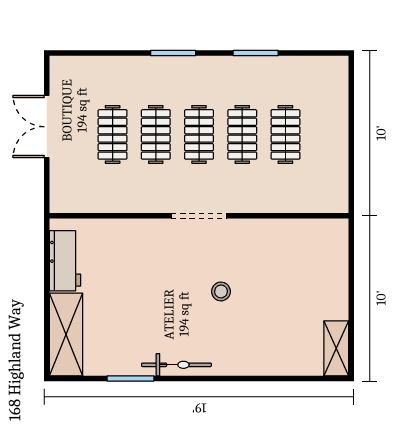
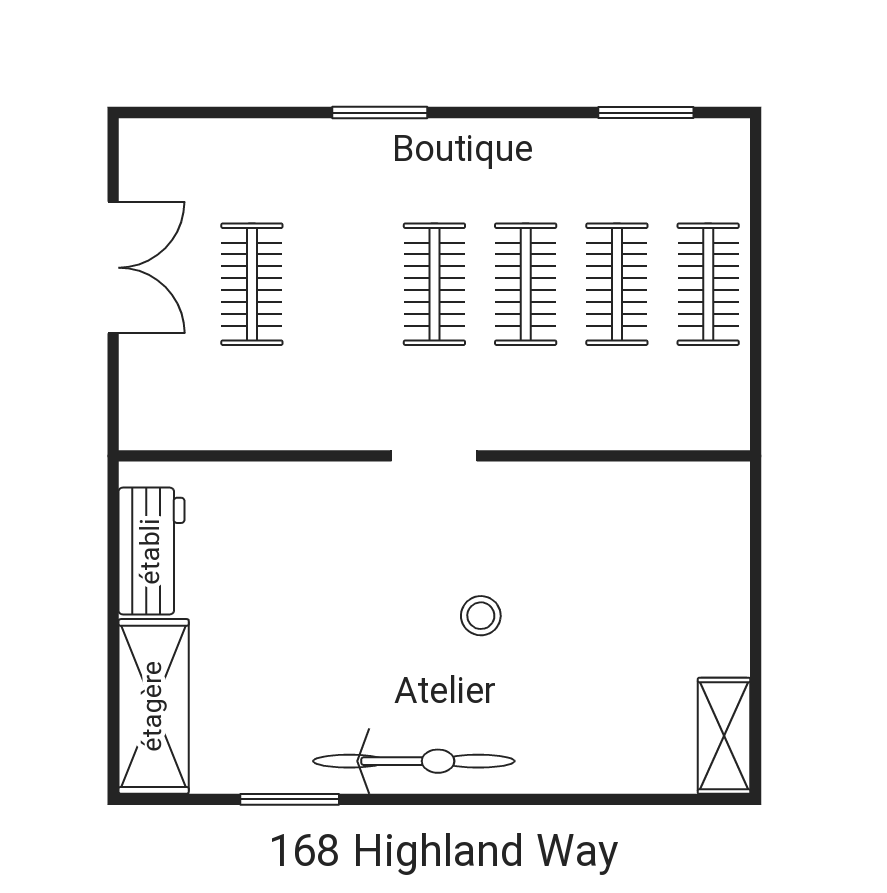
window: (256, 53) -> (646, 113), moved
double door: (47, 127) -> (113, 268), swing flipped
clothes rail: (156, 134) -> (708, 284), moved
doorway: (199, 216) -> (434, 456), width x0.73
bicycle: (176, 365) -> (414, 761), width x1.37, depth x1.40

